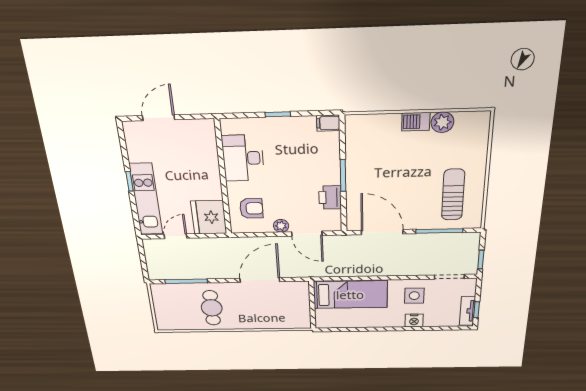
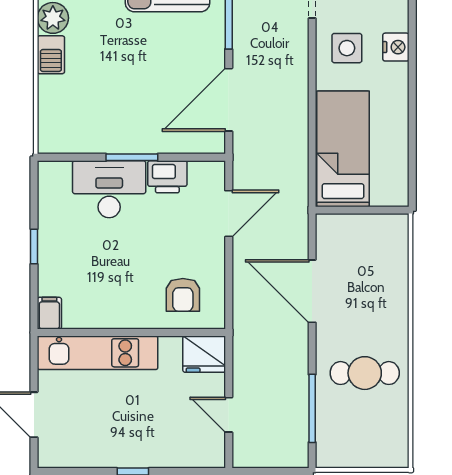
filing cabinet: (328, 123) -> (49, 313), moved, turned 180
desk: (243, 158) -> (109, 189), moved, turned 180
kitchen unit: (146, 199) -> (98, 353), moved, turned 180
armchair: (251, 208) -> (183, 295), turned 180
fridge: (209, 217) -> (204, 354), width x0.73, depth x0.75
plant: (281, 226) -> (214, 252), removed

